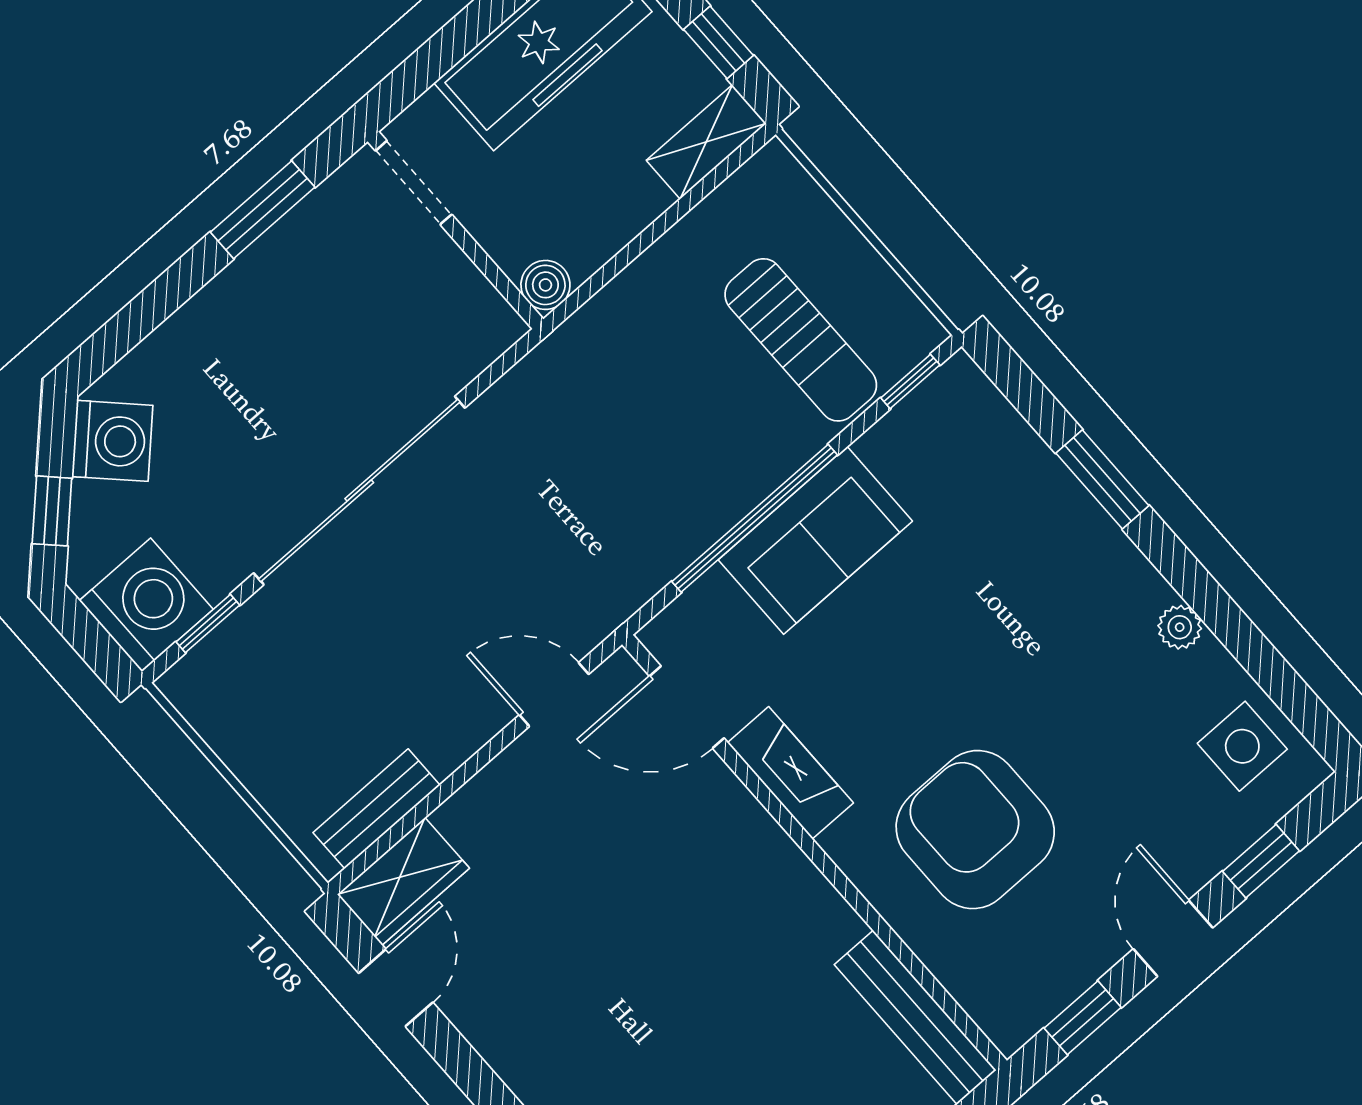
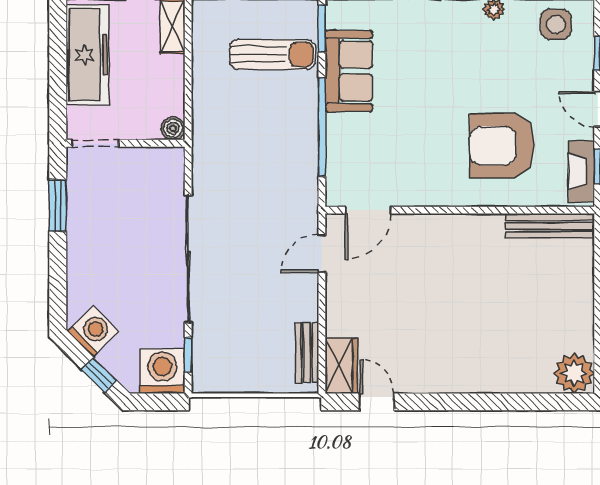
window: (910, 381) -> (322, 28), width x1.50
sofa: (815, 540) -> (349, 71), moved
fireplace: (790, 773) -> (581, 171), moved, turned -90

